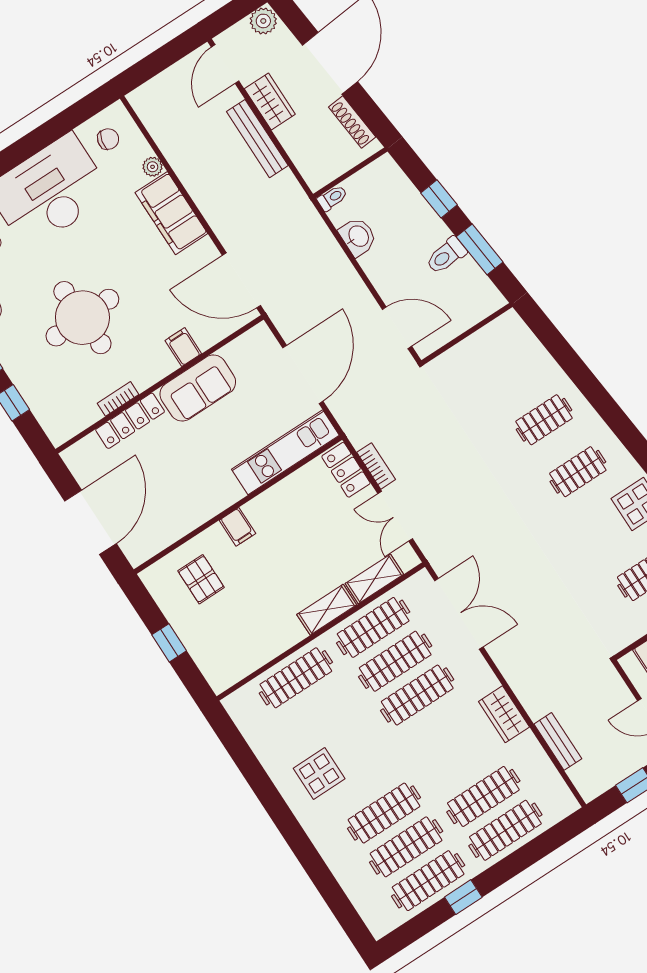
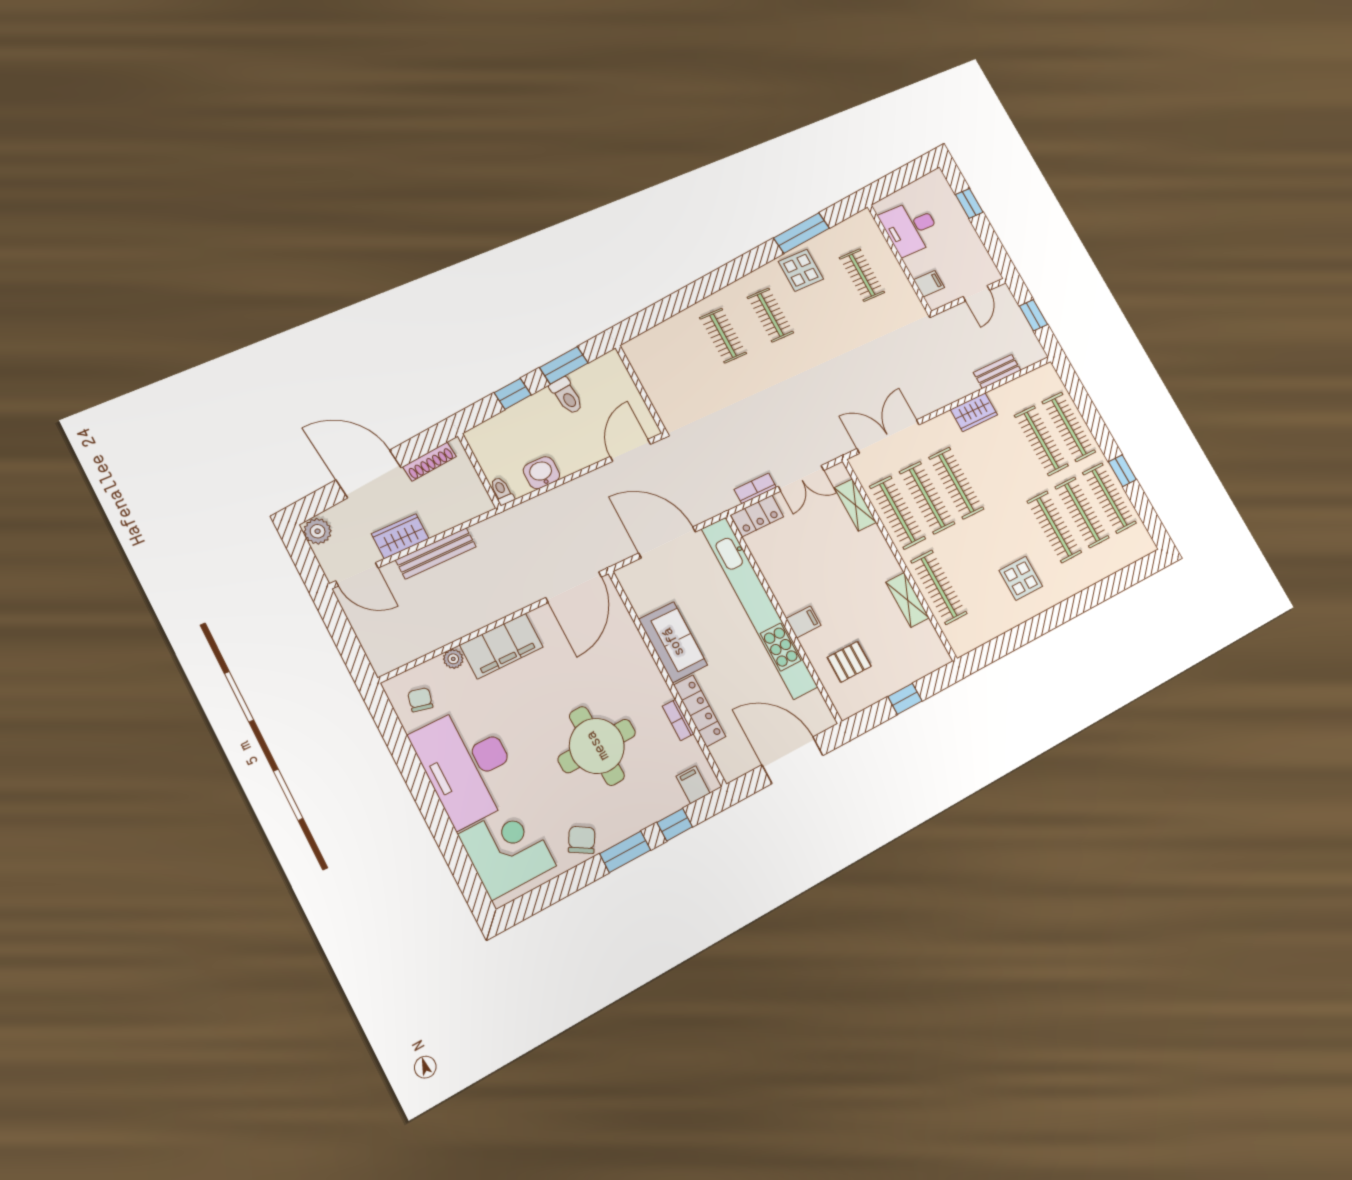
filing cabinet: (183, 347) -> (693, 785), moved, turned 90
kitchen unit: (285, 452) -> (759, 608), width x1.86
shelving: (327, 610) -> (907, 600), moved

